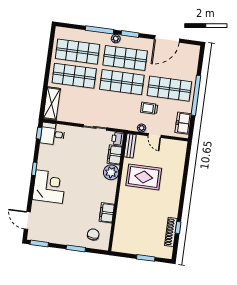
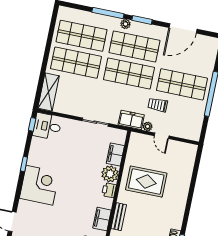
freezer: (183, 123) -> (131, 120), moved, turned 90
printer: (118, 139) -> (109, 190), moved
bench: (130, 146) -> (119, 217), moved

